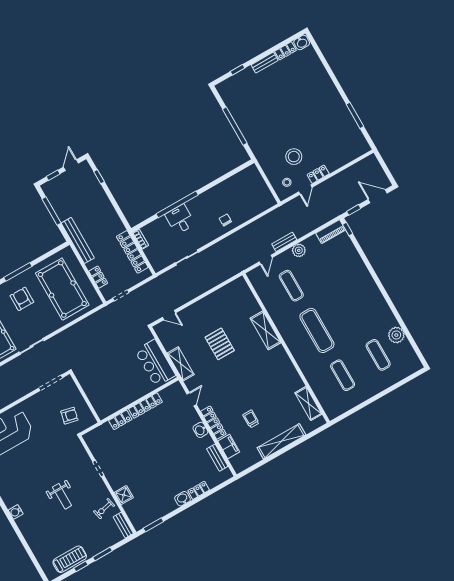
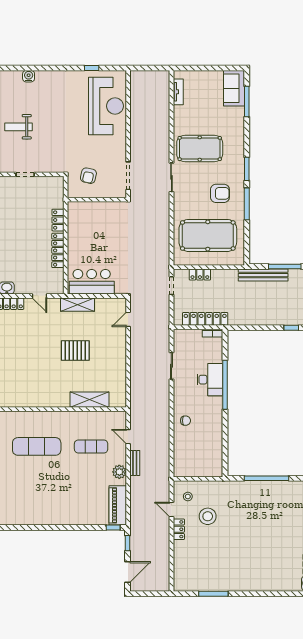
desk: (180, 219) -> (210, 380), width x1.37
piano: (331, 232) -> (118, 505), width x1.37, depth x1.33
bench: (78, 240) -> (263, 275), moved
shelving: (266, 330) -> (90, 400), moved

